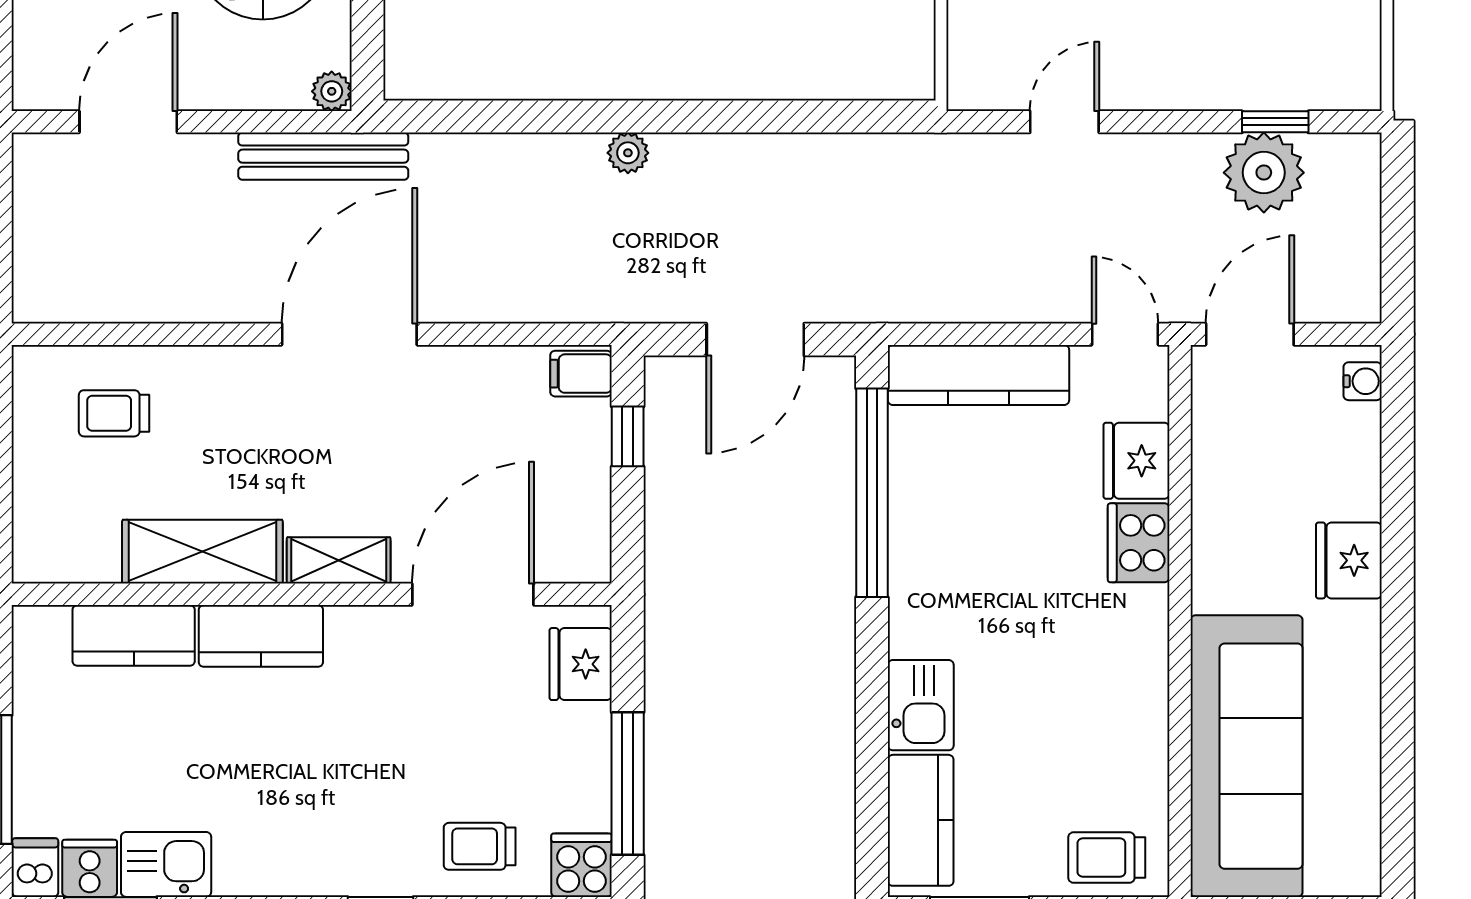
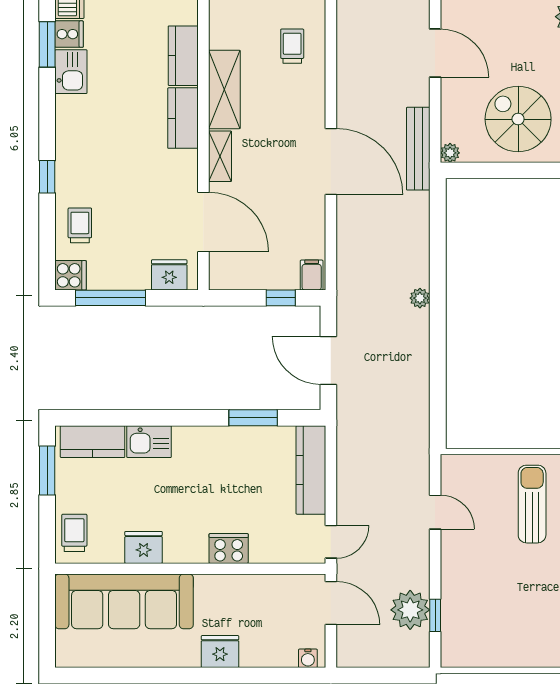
fridge: (1136, 461) -> (144, 547), moved
window: (872, 493) -> (253, 418), width x0.47

